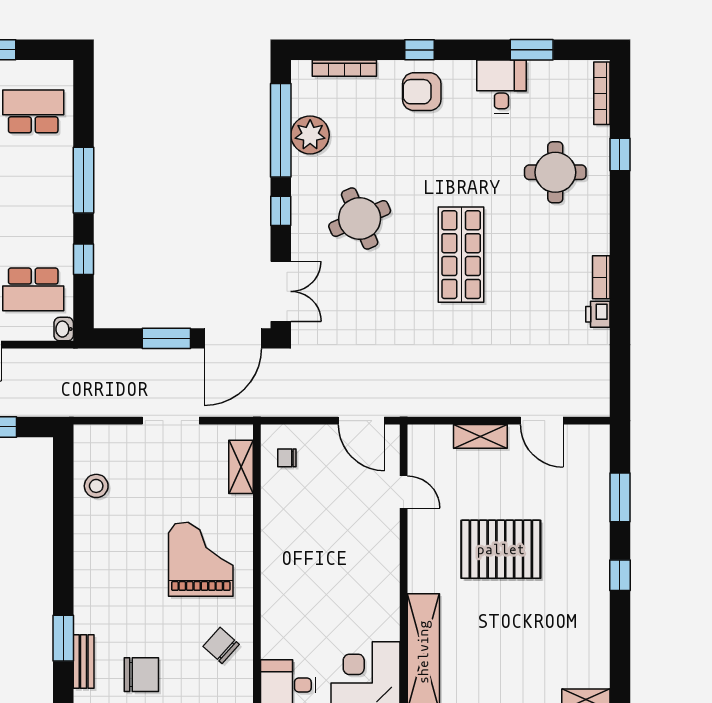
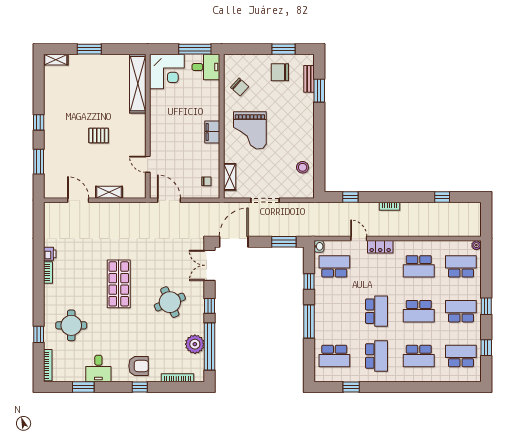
window: (166, 338) -> (284, 242), moved
pallet: (501, 549) -> (99, 135), width x0.49, depth x0.50
filing cabinet: (275, 556) -> (212, 132), added

